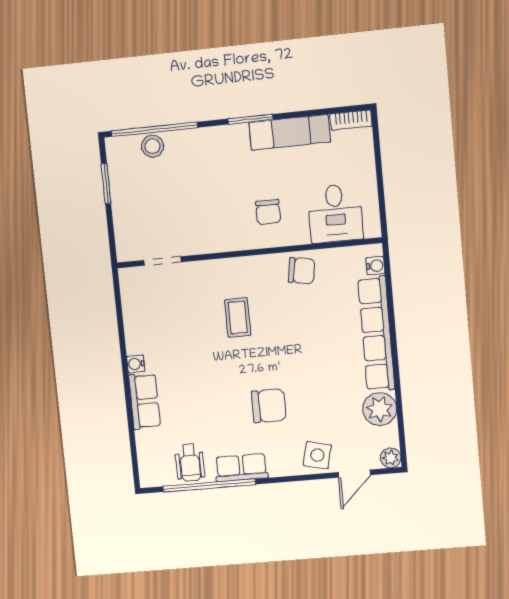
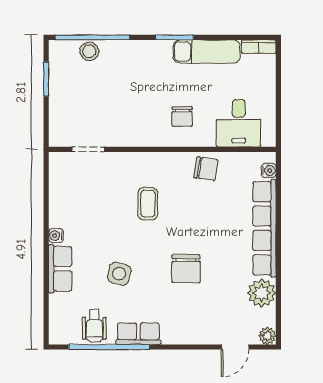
chair: (269, 406) -> (186, 269), moved, turned 90
side table: (317, 455) -> (119, 274), moved

